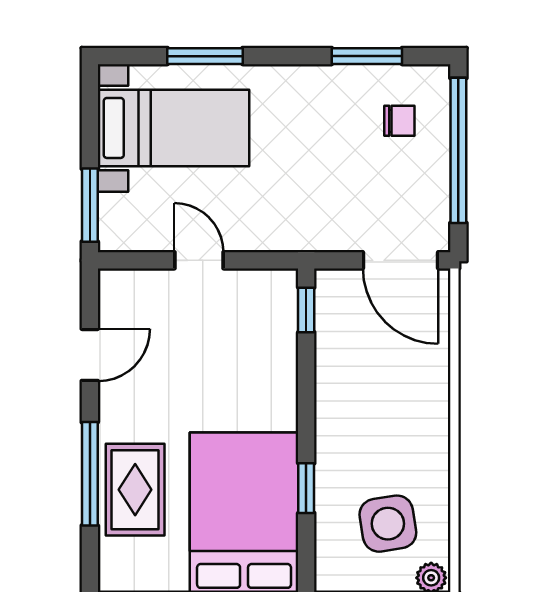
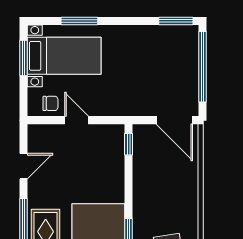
window: (367, 56) -> (176, 21), moved
chair: (399, 121) -> (50, 103), moved
window: (90, 205) -> (24, 58), moved

